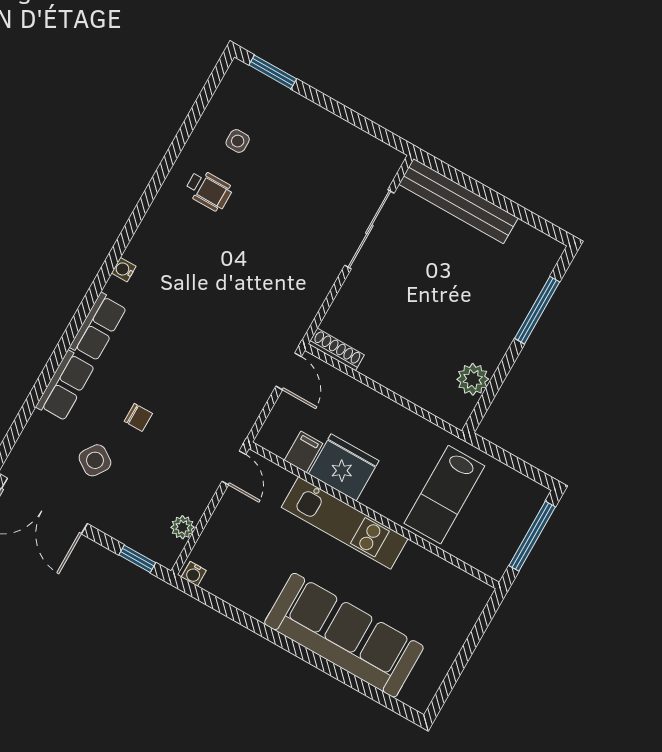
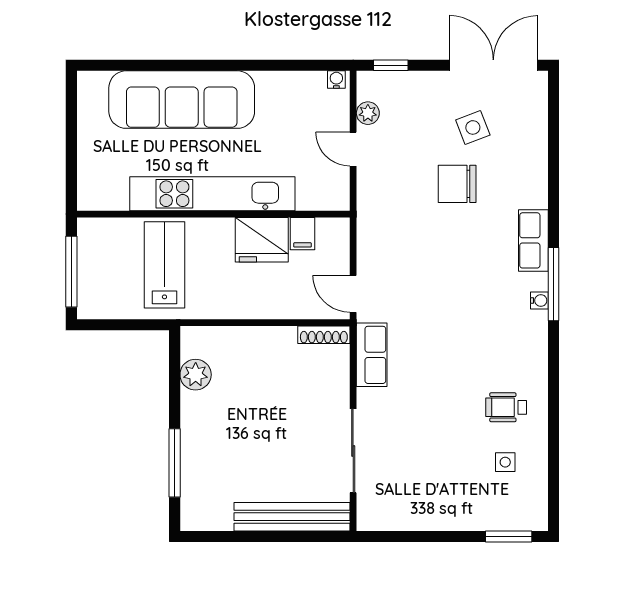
window: (102, 277) -> (554, 284), added
row of seats: (65, 386) -> (372, 355), moved, turned 180
chair: (138, 417) -> (457, 184), width x1.87, depth x1.87
side table: (95, 460) -> (473, 127), turned 35
door: (234, 468) -> (353, 149), moved
kitchen unit: (345, 523) -> (212, 194), width x1.36

